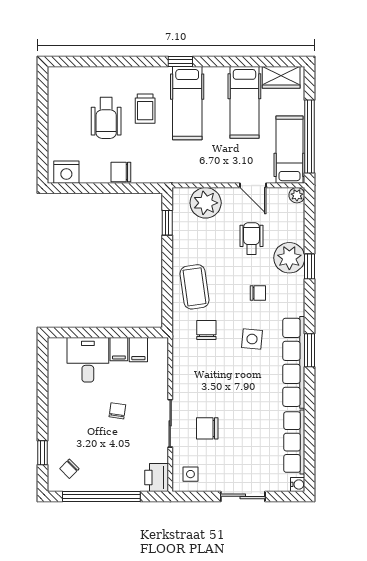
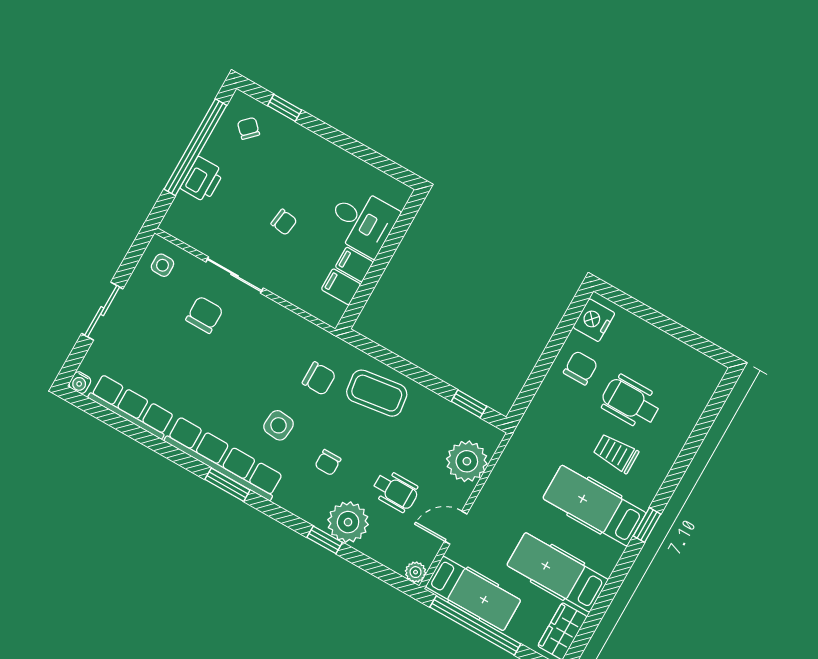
chair: (121, 172) -> (581, 368), moved
printer: (157, 477) -> (202, 180), moved, turned 90

